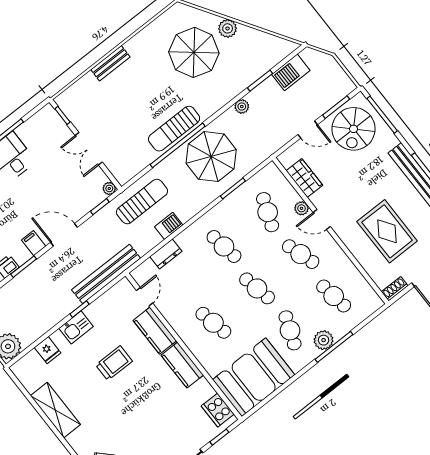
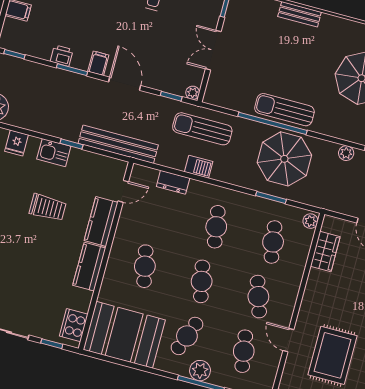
sun lounger: (142, 202) -> (202, 129), turned 180
plant: (302, 208) -> (310, 221), moved
cafe table: (268, 212) -> (273, 242), turned -30
door: (322, 220) -> (288, 340), moved

